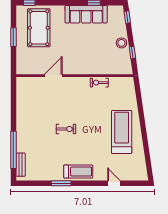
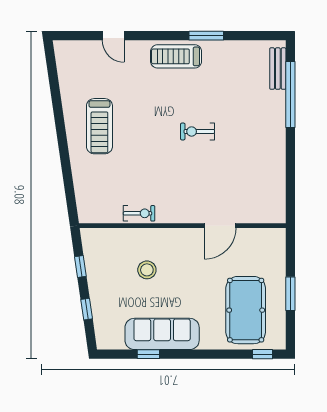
window: (127, 17) -> (87, 309), moved
stool: (121, 43) -> (147, 270), moved
treadmill: (122, 132) -> (99, 126), width x0.73, depth x0.73

